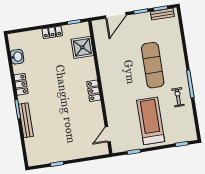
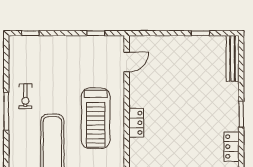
bench: (26, 120) -> (233, 58), moved
treadmill: (151, 121) -> (96, 118), moved

